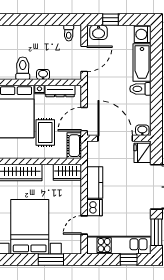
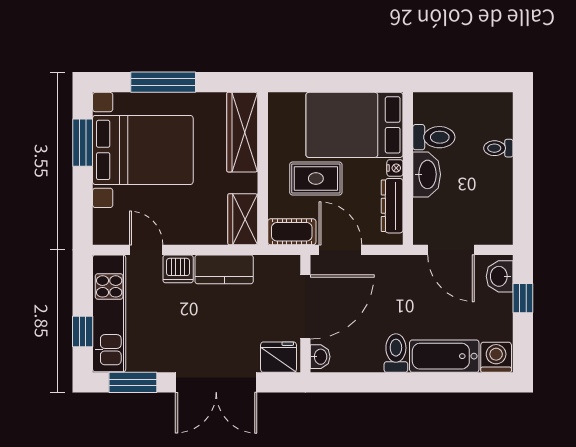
toilet: (69, 33) -> (498, 148), moved
washbasin: (43, 74) -> (427, 174), width x1.91, depth x1.45
window: (51, 260) -> (83, 143), moved

